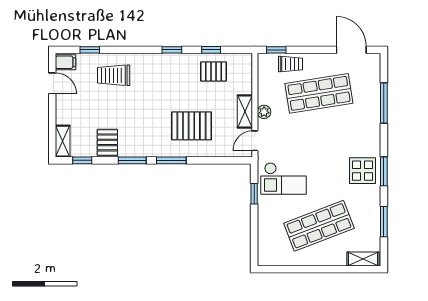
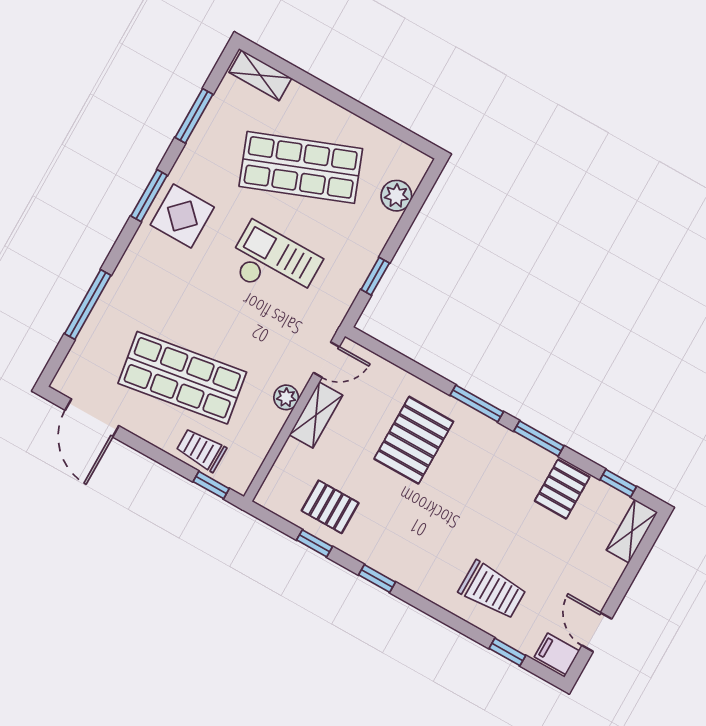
pallet: (191, 126) -> (414, 440), turned 90
checkout: (284, 179) -> (274, 264), moved
plant: (266, 238) -> (396, 196), added

